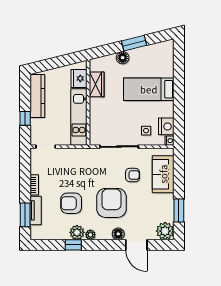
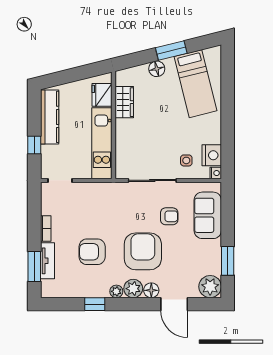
bed: (149, 89) -> (196, 84), moved, turned -104
plant: (77, 232) -> (133, 289), moved

